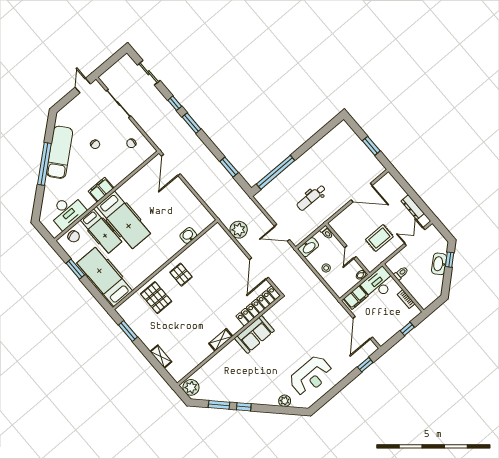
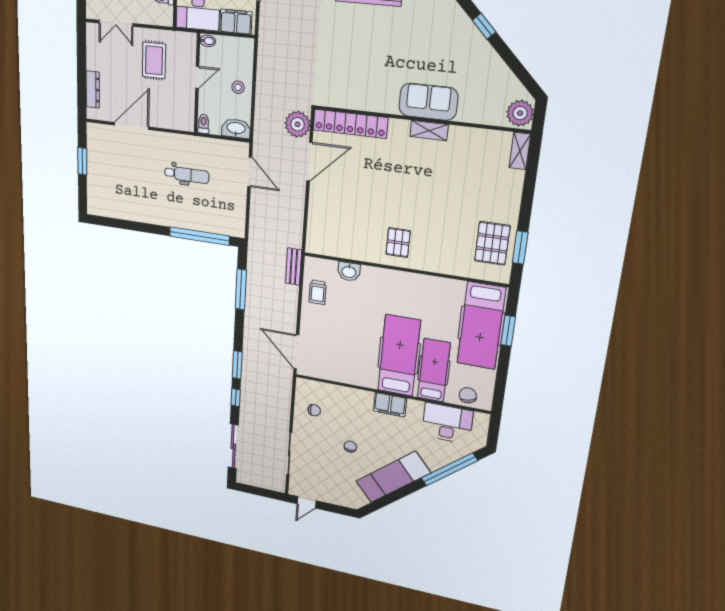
sliding door: (149, 73) -> (233, 446), width x1.37
window: (44, 164) -> (449, 469), moved
door: (171, 165) -> (296, 352), swing flipped
window: (229, 167) -> (241, 289), width x1.44
door: (362, 193) -> (131, 126), hinge flipped
dresser: (413, 207) -> (93, 89), moved
trolley: (192, 208) -> (318, 292), added
bench: (216, 208) -> (294, 267), added
plant: (239, 230) -> (298, 124), moved
rug: (379, 238) -> (154, 60), turned 90
window: (75, 269) -> (508, 331), moved
pallet: (156, 298) -> (492, 243), moved
sofa: (254, 334) -> (428, 102), moved
shelving: (161, 357) -> (520, 151), moved
window: (219, 405) -> (510, 59), removed

